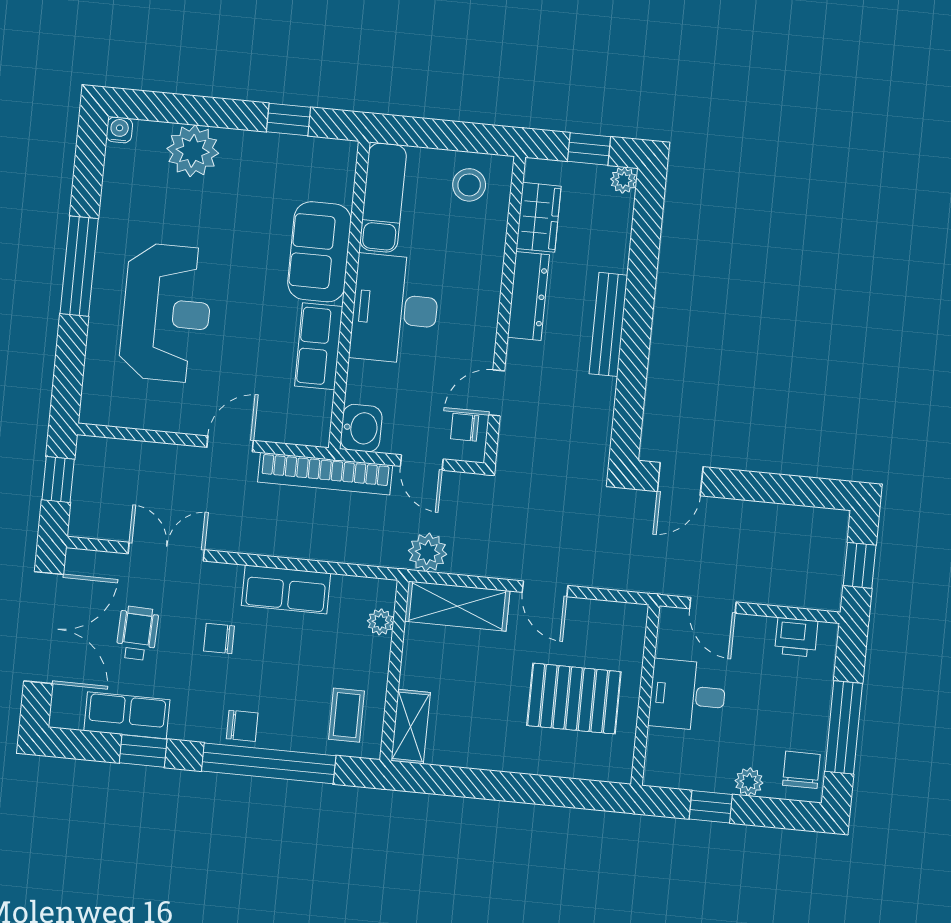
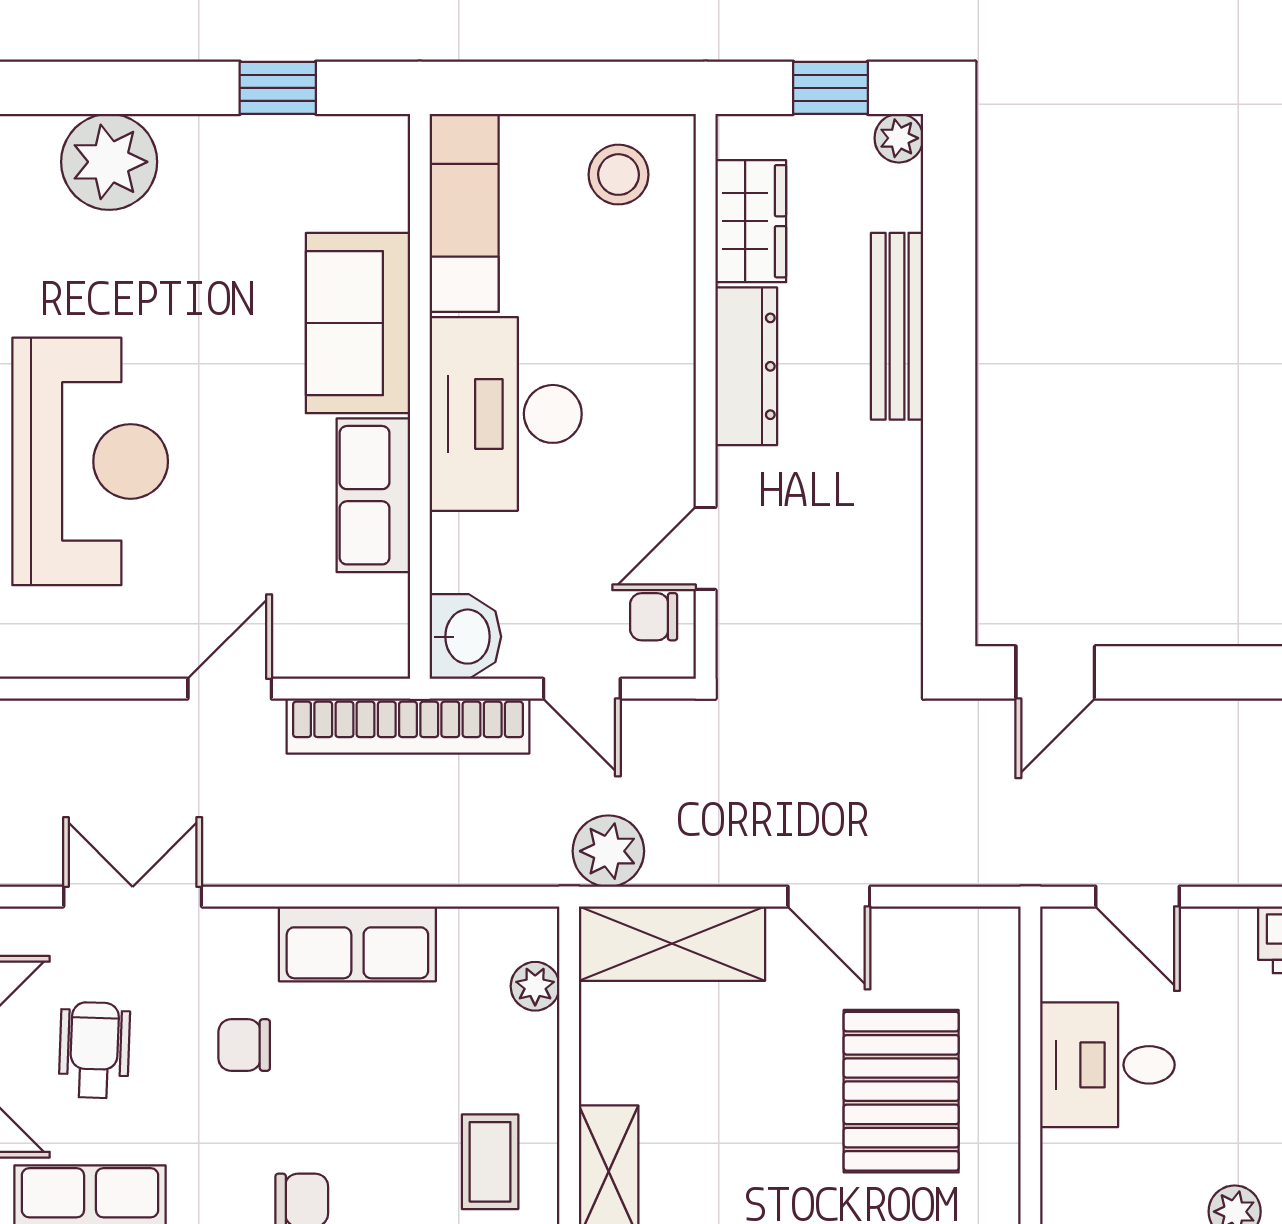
bench: (608, 324) -> (897, 326), moved
pallet: (574, 699) -> (901, 1091), turned 90

